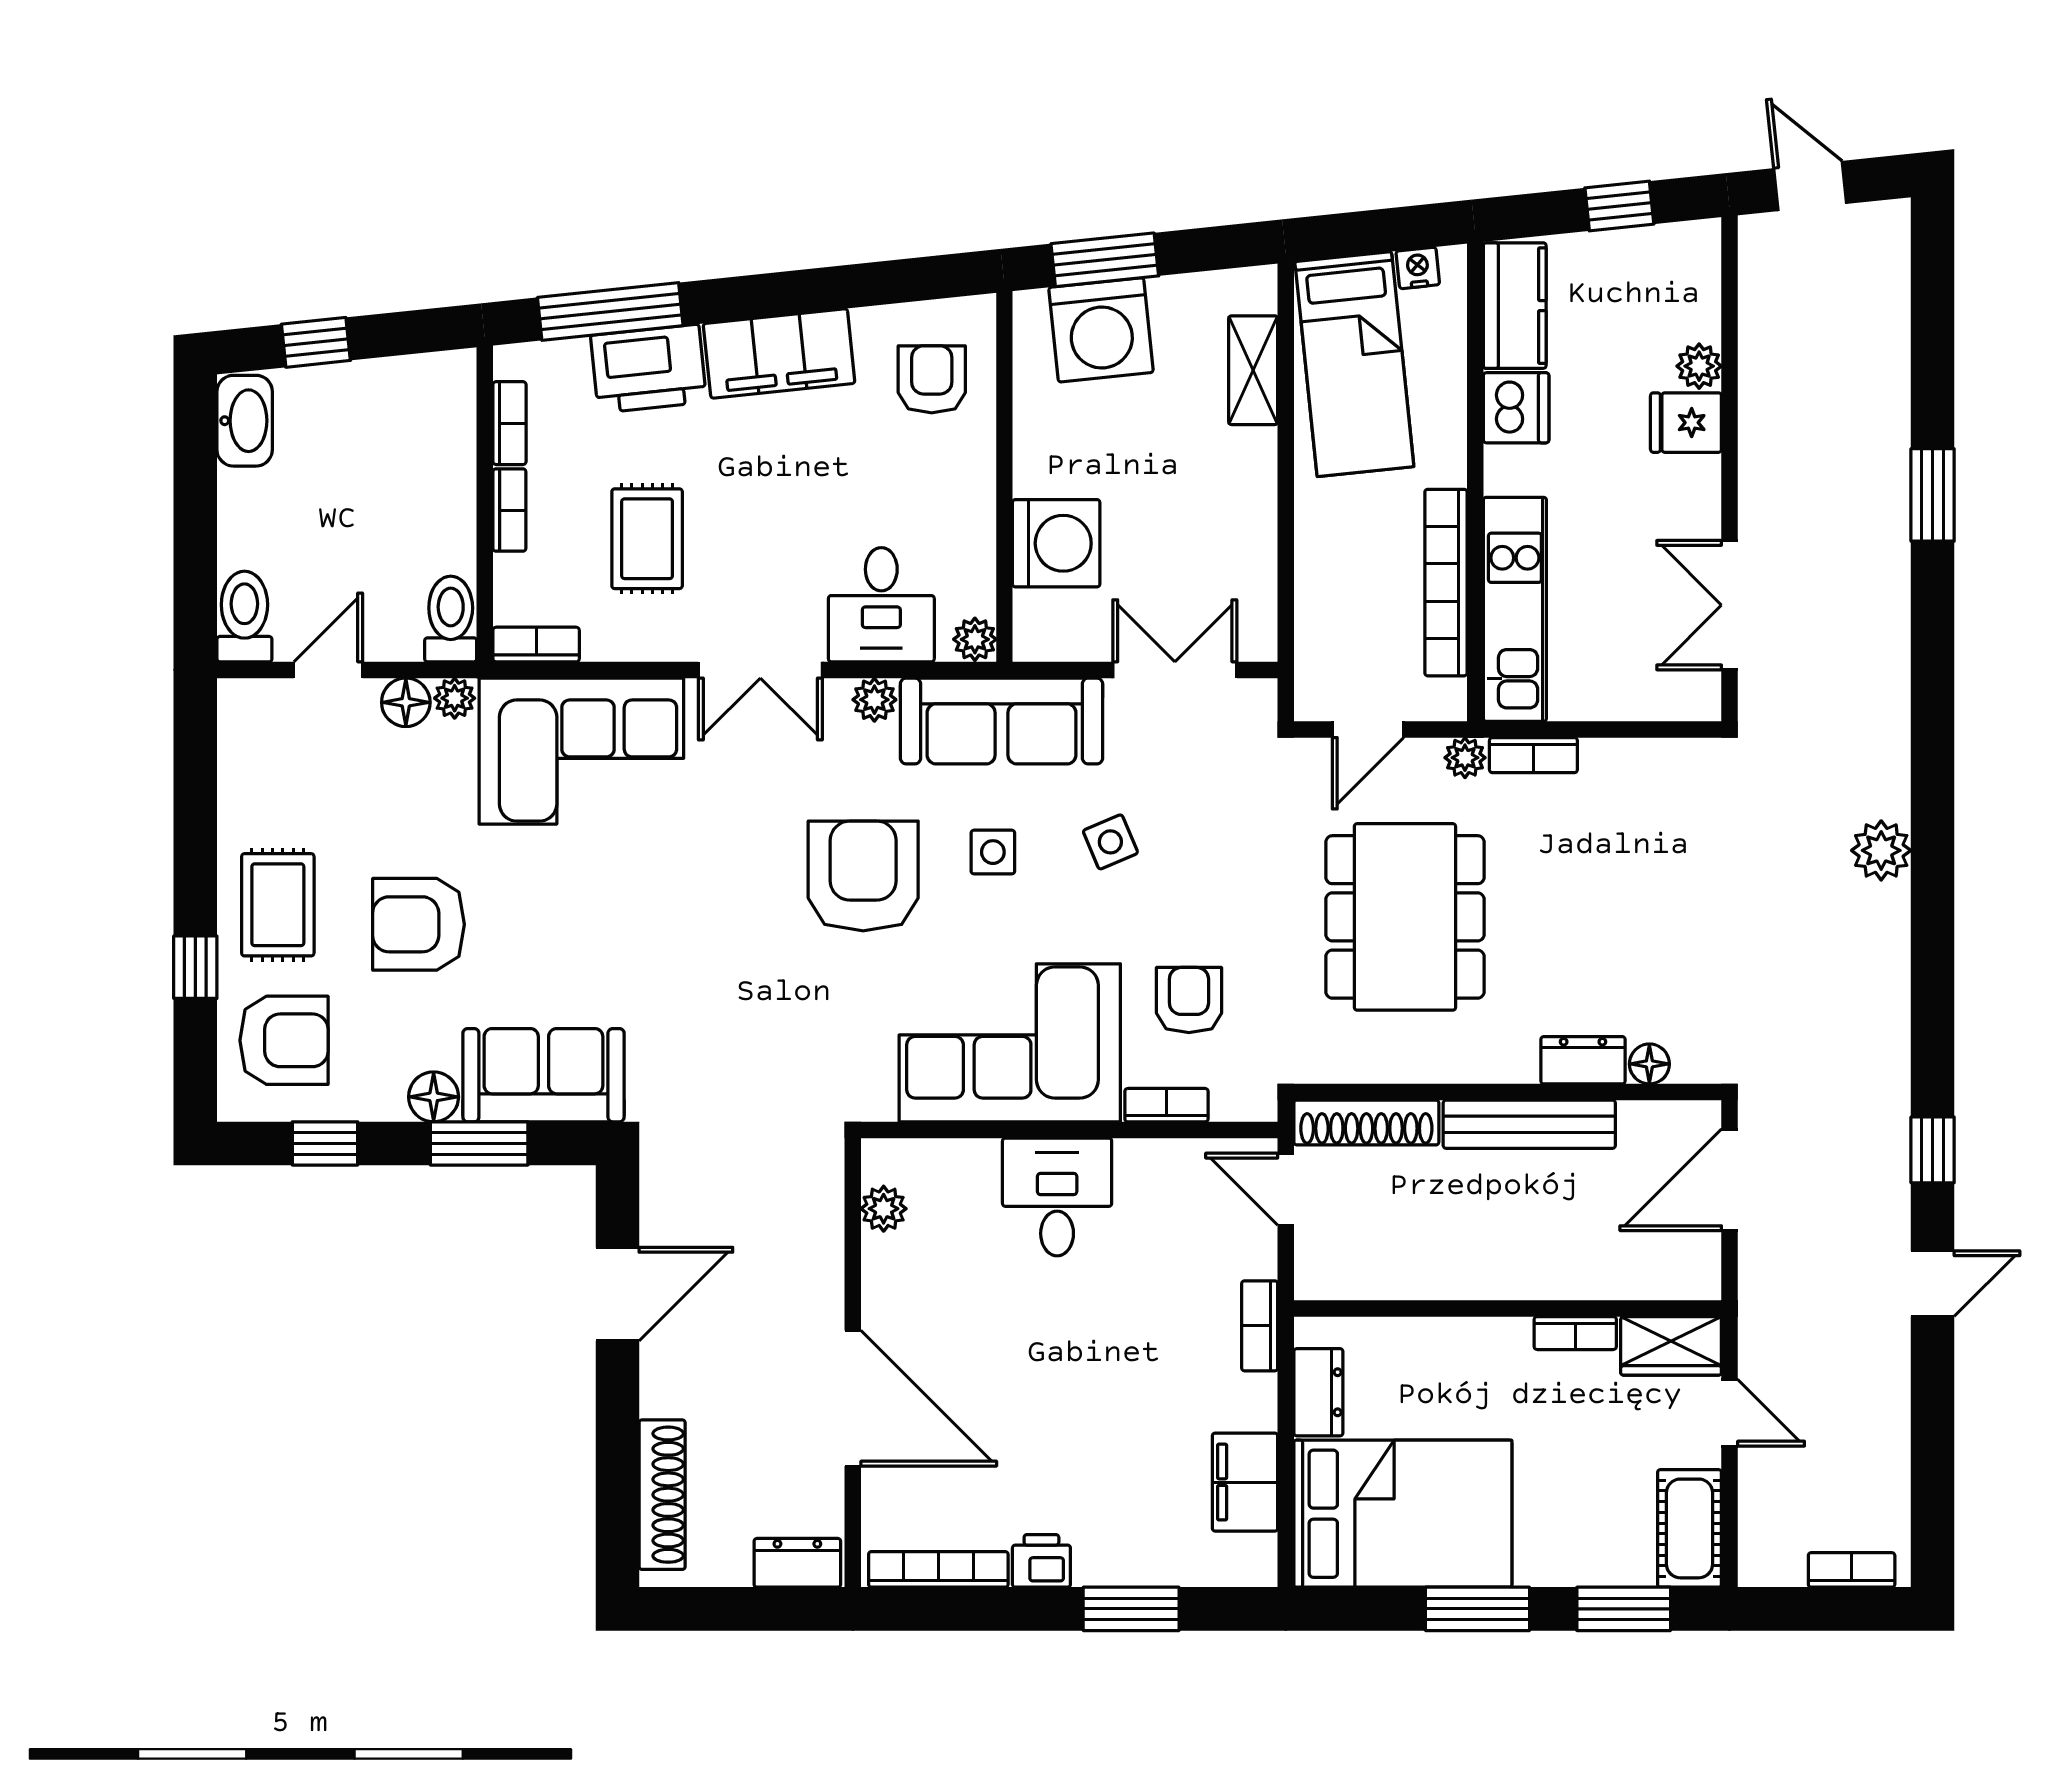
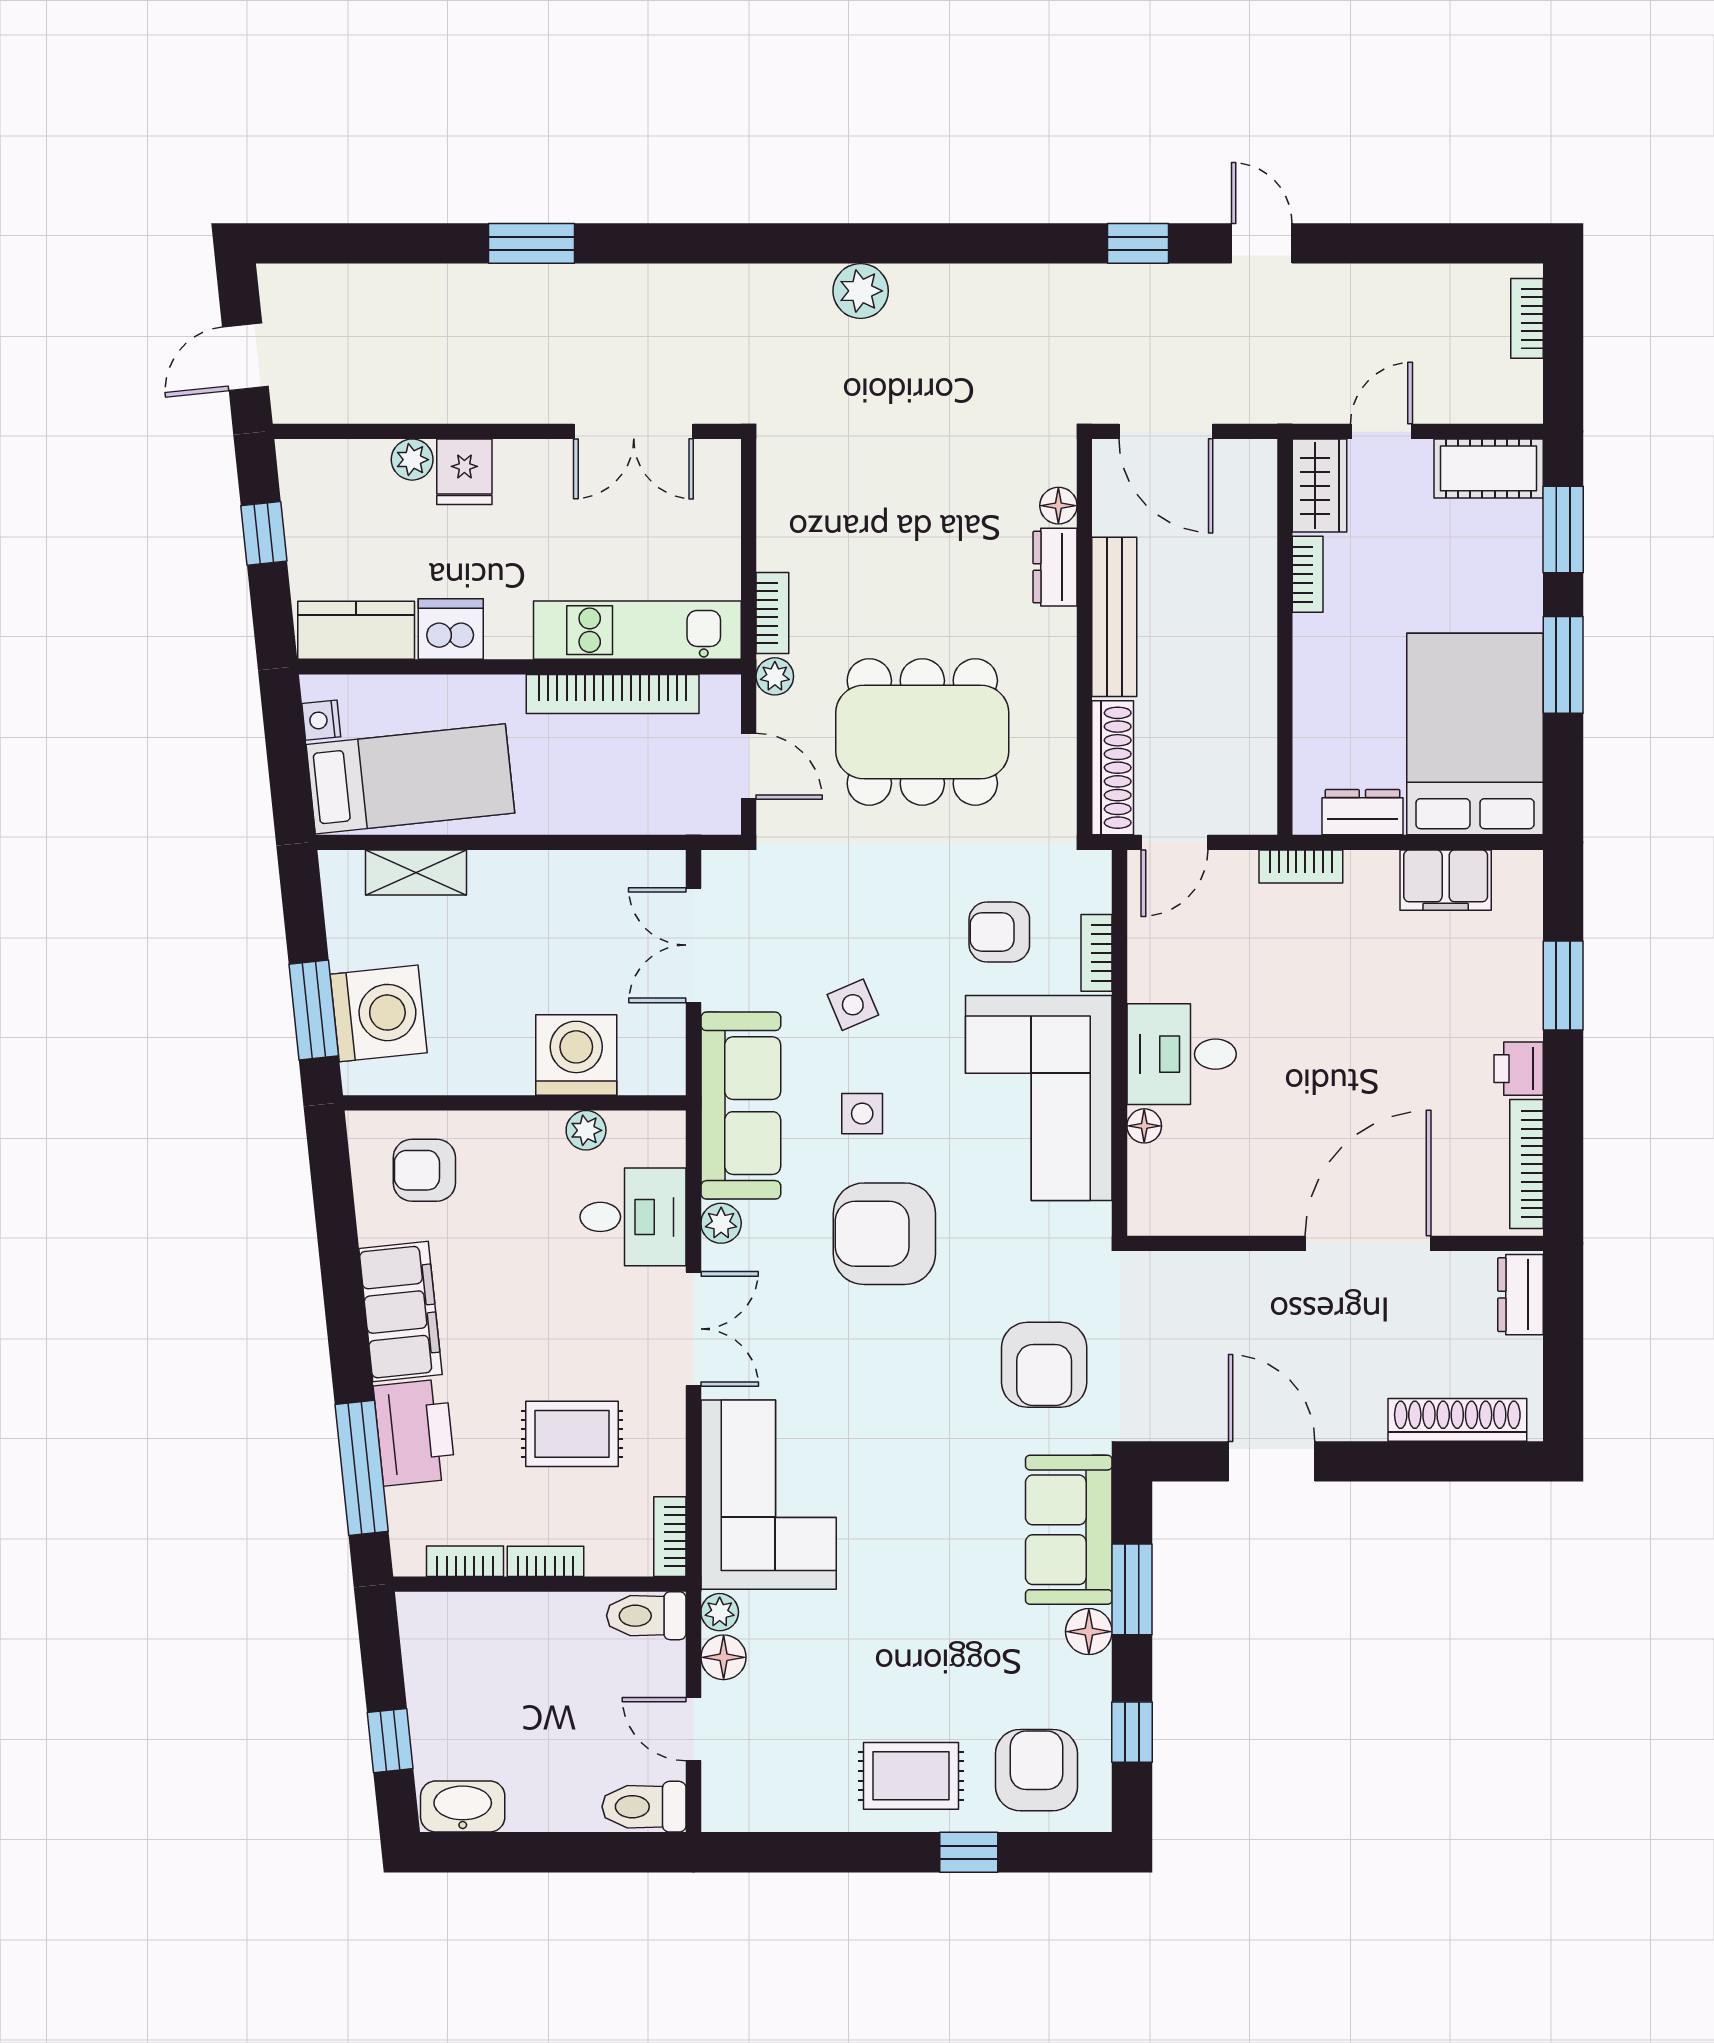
plant: (975, 639) -> (586, 1130), moved
armchair: (419, 924) -> (1044, 1365), moved
floor lamp: (980, 1157) -> (1144, 1126), added
plant: (884, 1209) -> (1192, 1215), removed

